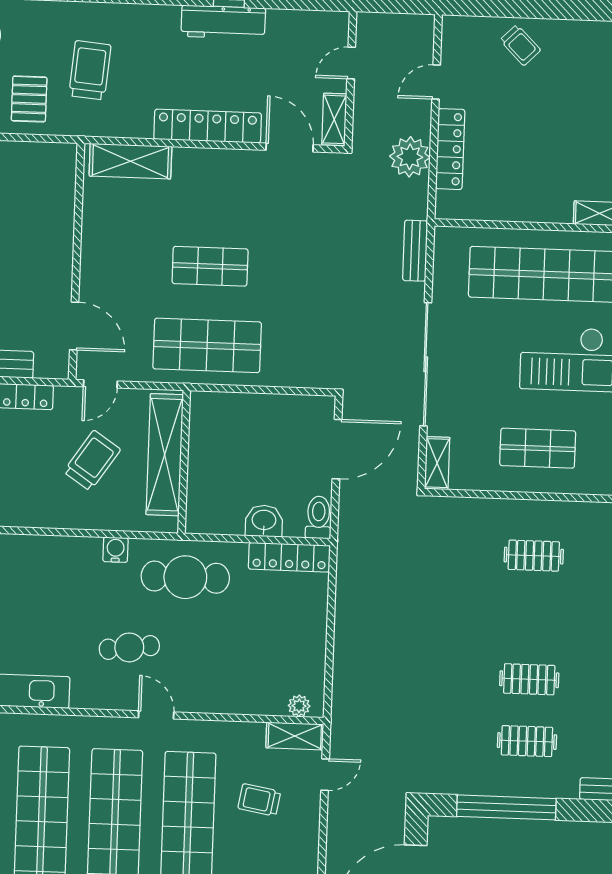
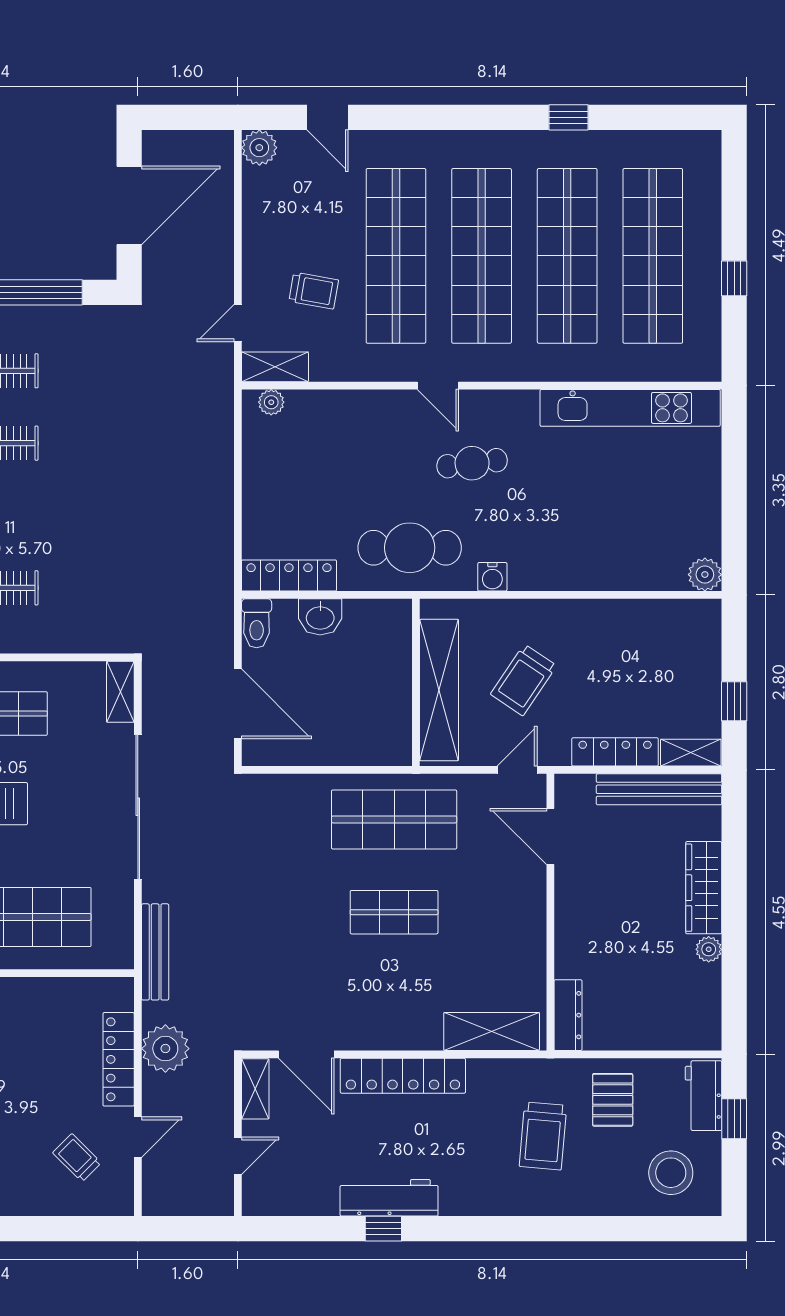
trolley: (520, 45) -> (77, 1158), moved
dresser: (65, 173) -> (568, 1015), added
bench: (415, 251) -> (155, 952), width x1.36
door: (337, 449) -> (238, 704), swing flipped

